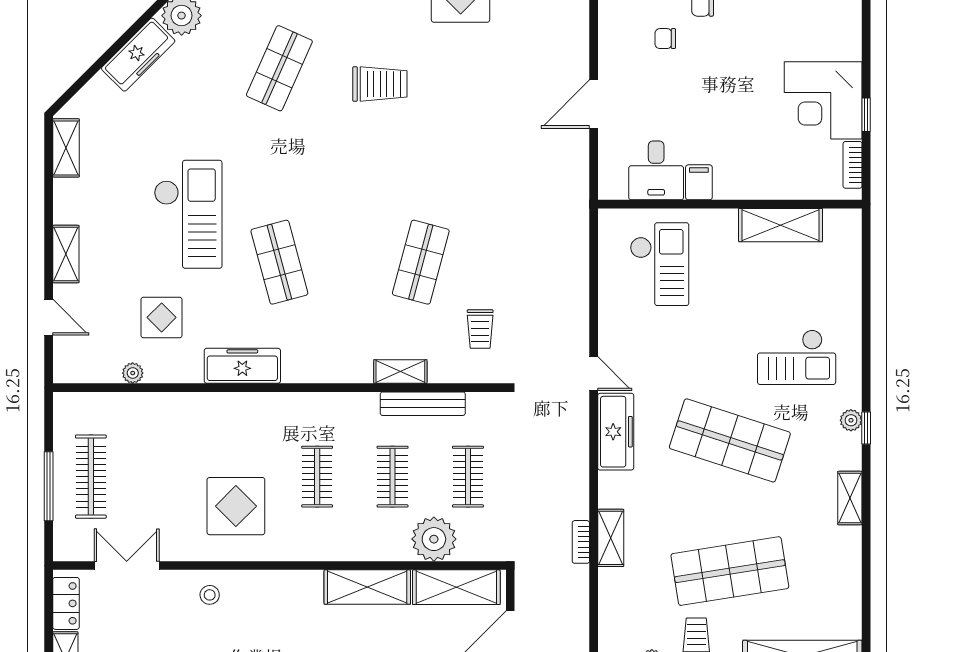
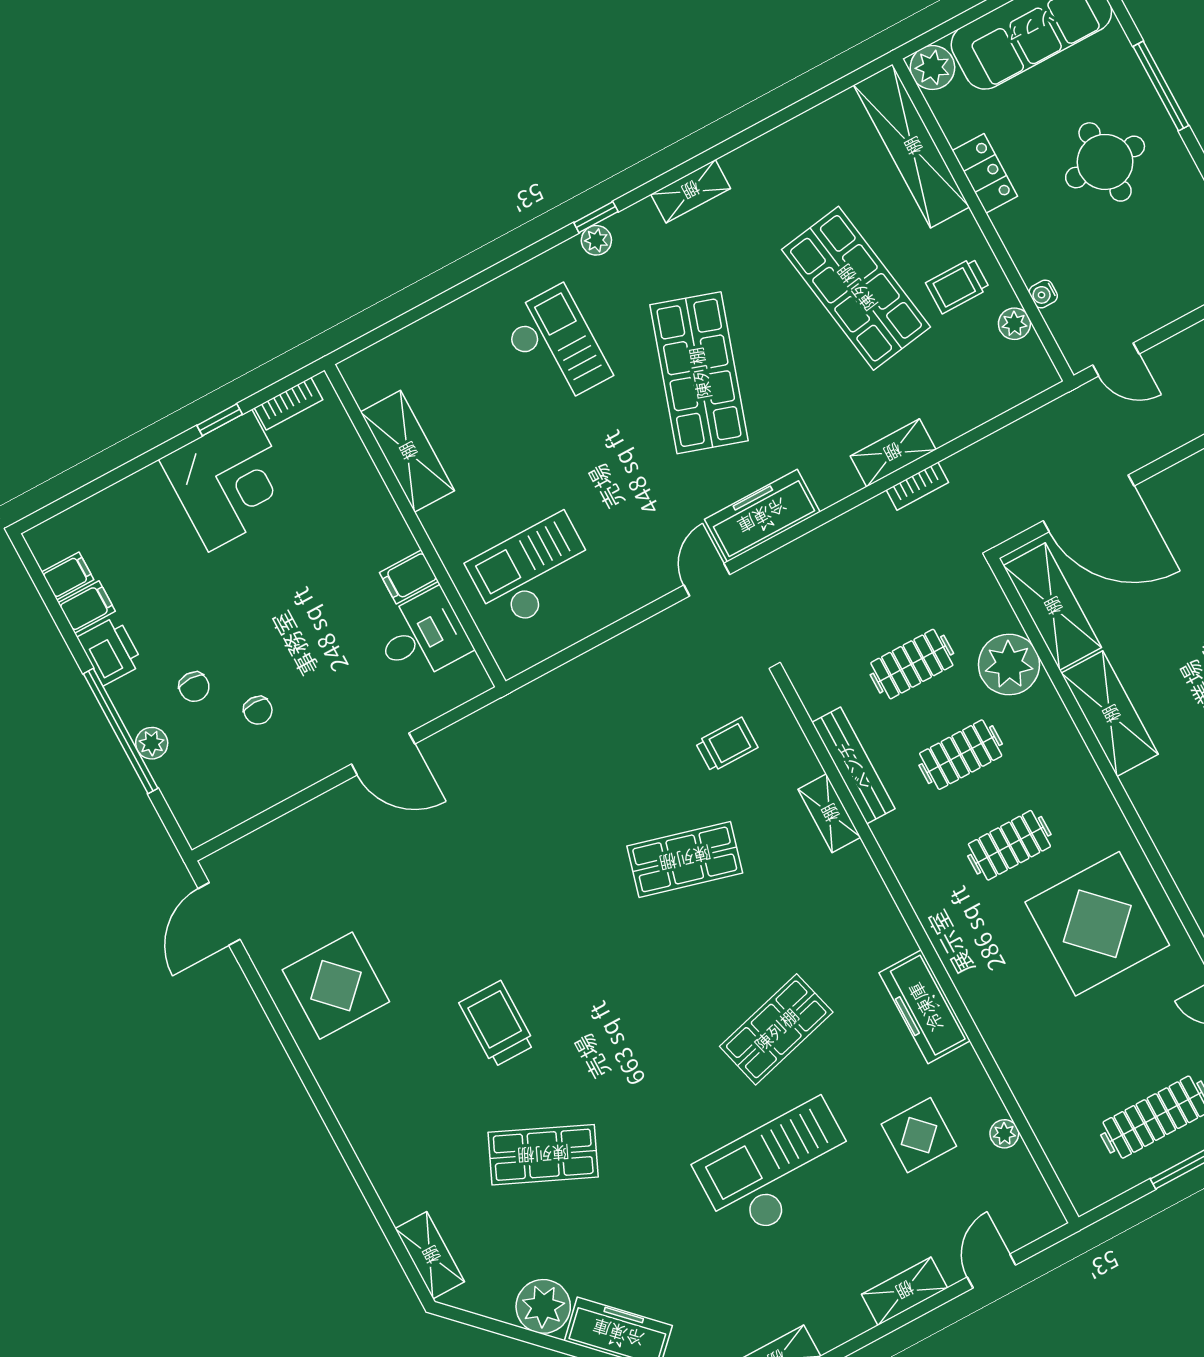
display table: (236, 506) -> (1097, 924), width x1.36, depth x1.36

